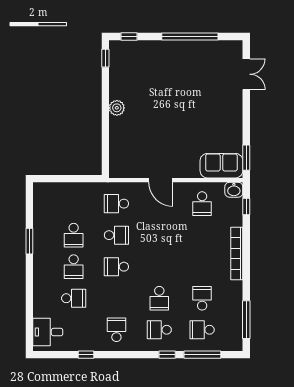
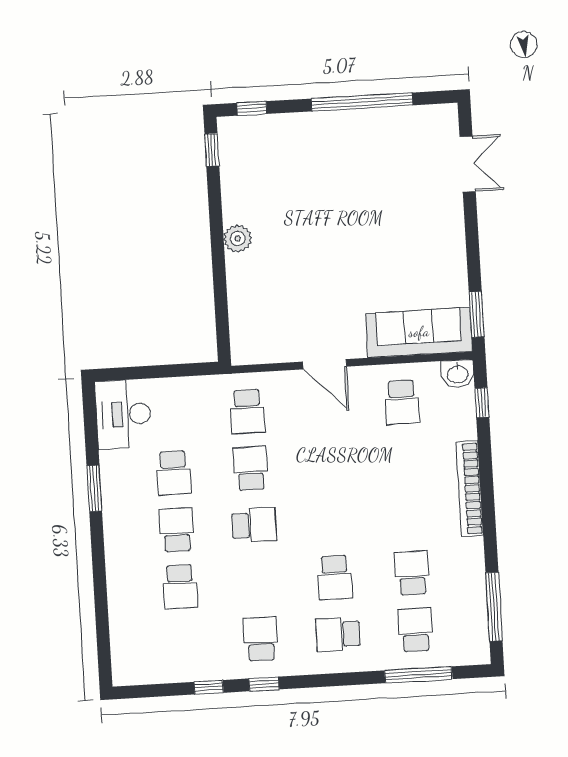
sofa: (221, 166) -> (419, 332), width x1.36
school desk: (116, 204) -> (247, 411), turned -90
school desk: (116, 235) -> (251, 468), turned -90
school desk: (74, 267) -> (177, 530), turned 180
school desk: (116, 267) -> (254, 525), turned 180
school desk: (74, 298) -> (180, 587), turned 90
school desk: (202, 330) -> (415, 630), turned 90
desk: (48, 332) -> (123, 414), moved, width x1.37
window: (167, 355) -> (264, 684), moved

